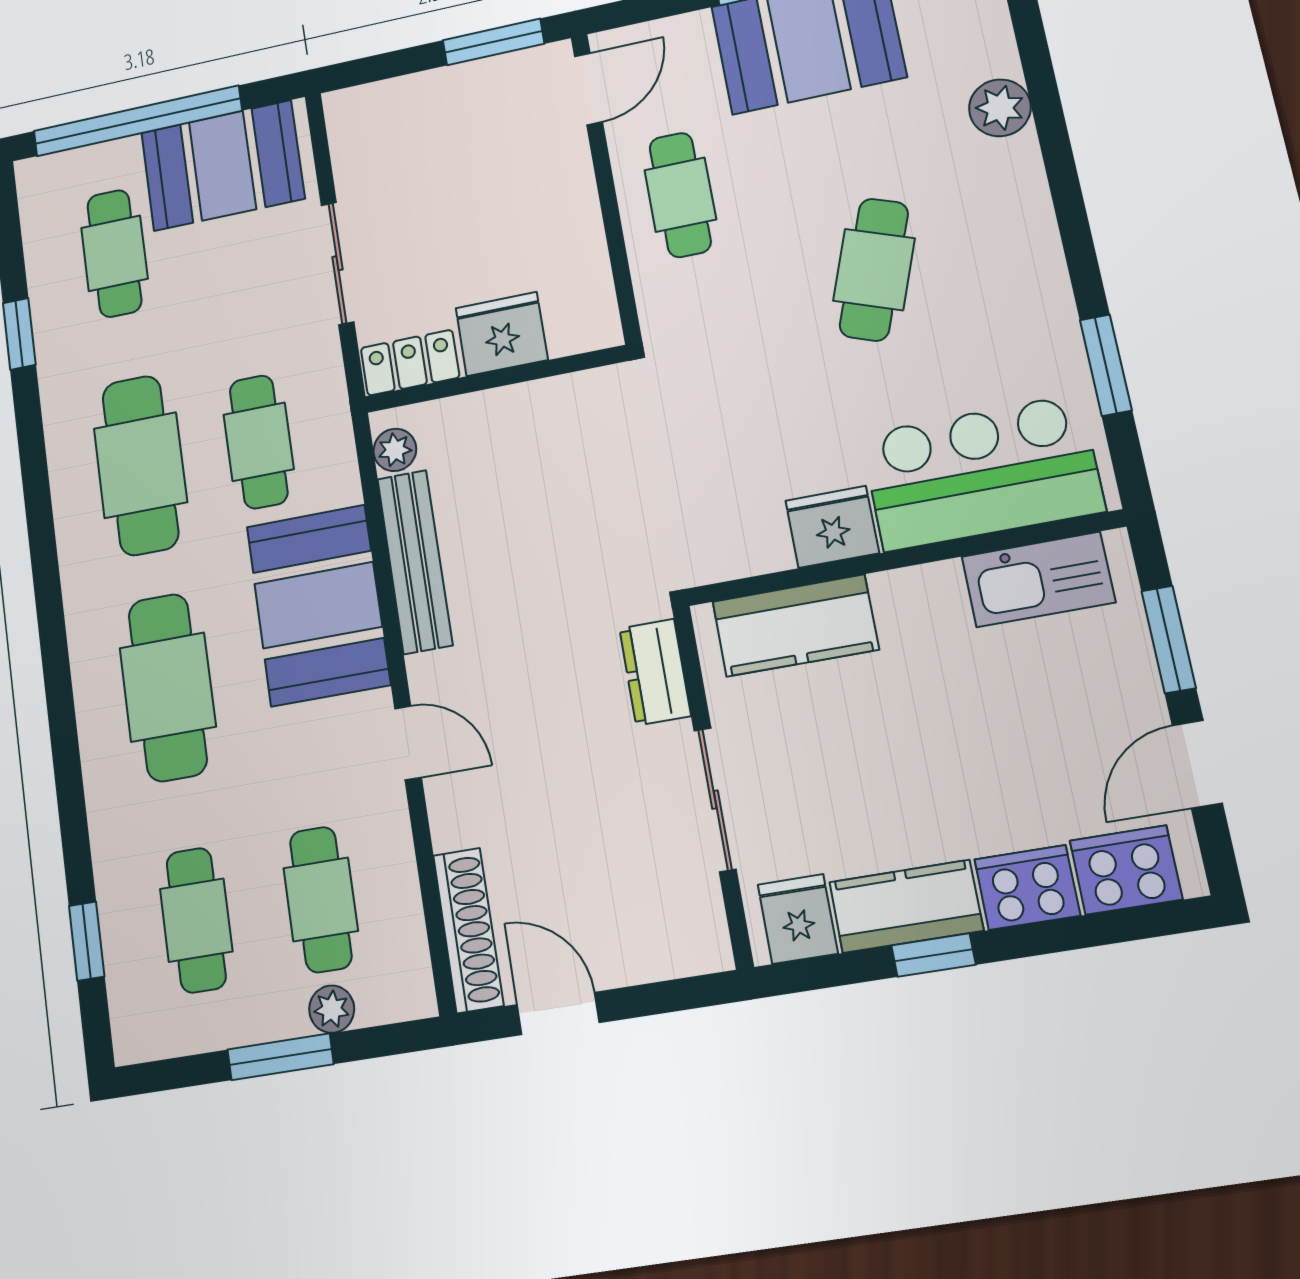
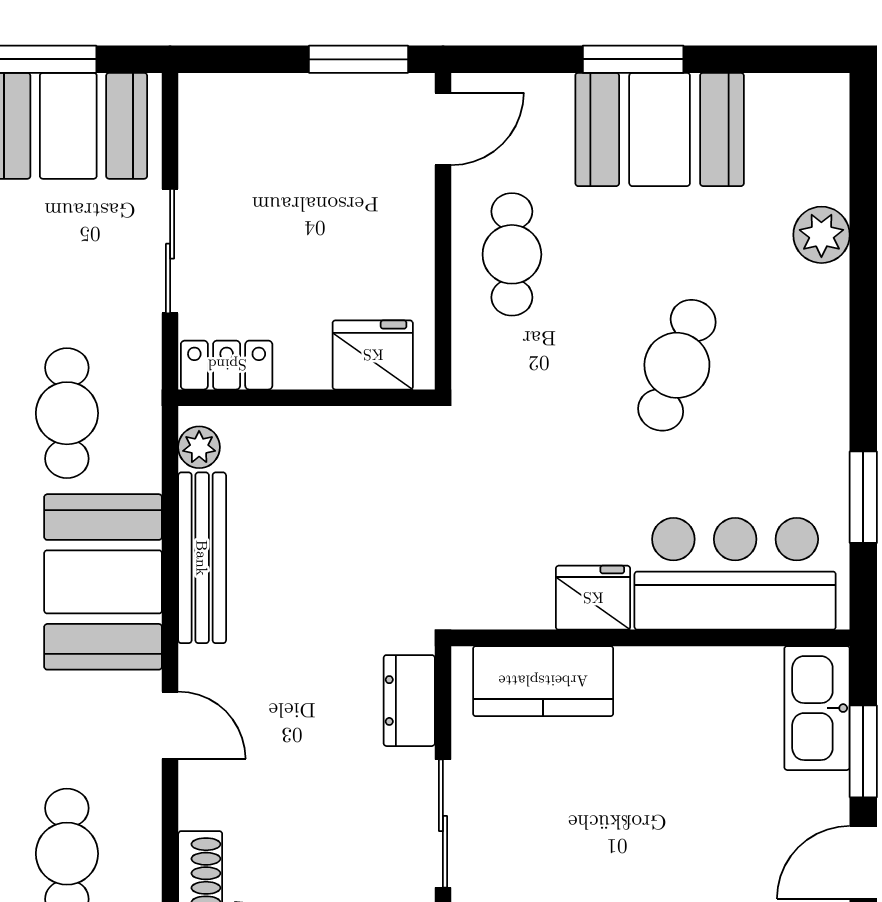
fridge: (502, 334) -> (373, 355), moved
kitchen sink: (1038, 579) -> (817, 708), moved, turned 90

